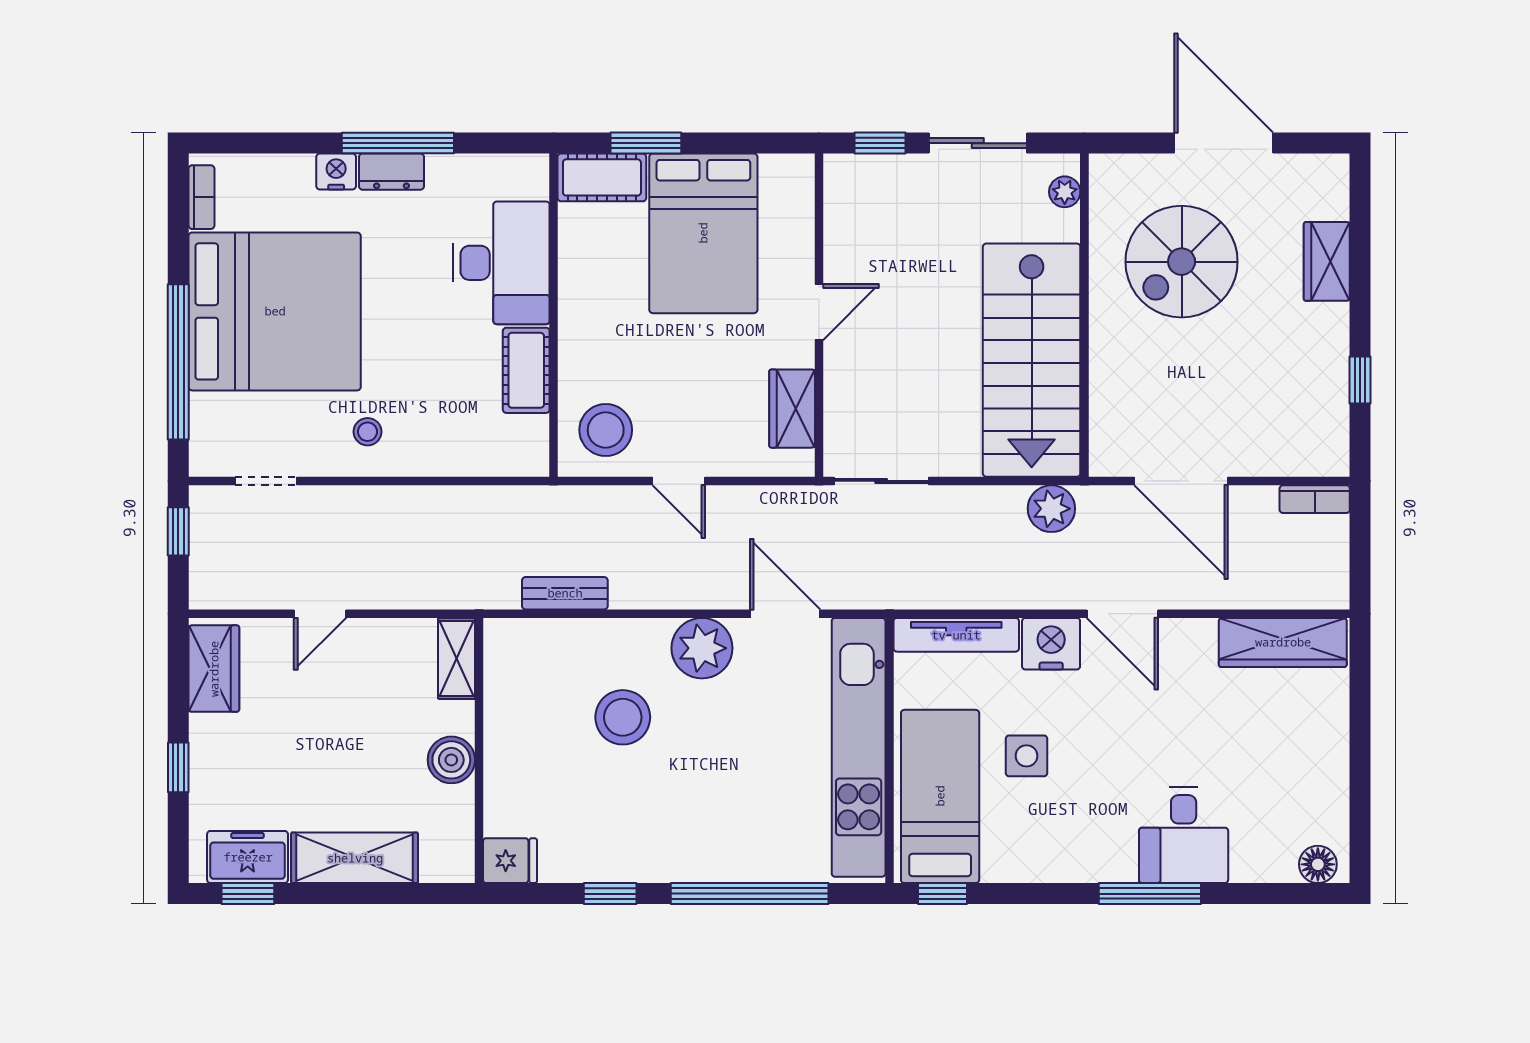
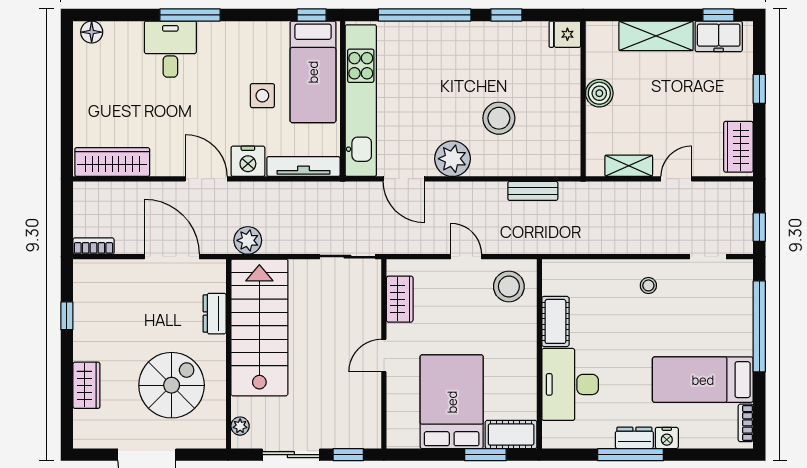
bed: (275, 311) -> (703, 380), width x0.49
dresser: (1108, 384) -> (215, 314), added
shelving: (457, 658) -> (629, 166), moved, turned 90

